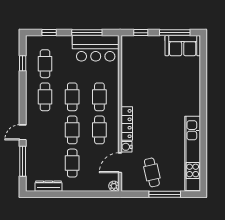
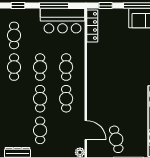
locker: (127, 124) -> (92, 26), moved
water cooler: (127, 147) -> (92, 115), removed
door: (120, 163) -> (86, 130), swing flipped

